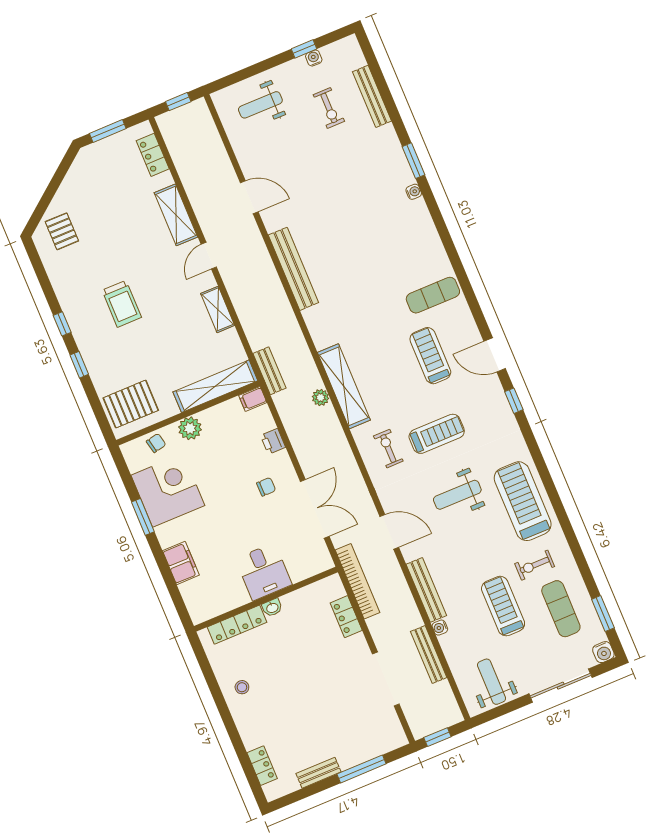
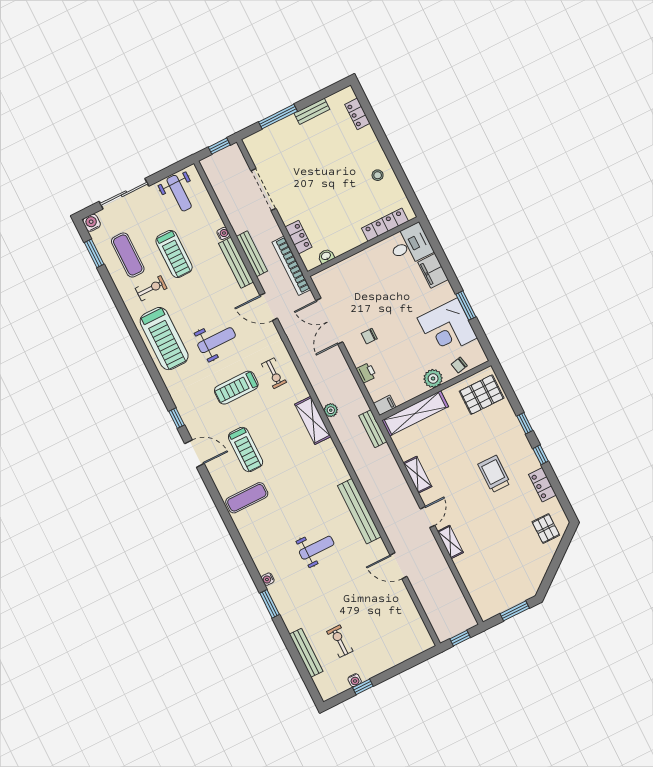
weight bench: (260, 105) -> (317, 548), moved
locker: (153, 155) -> (542, 485), moved, turned 180
shelving: (176, 215) -> (450, 542), width x0.67, depth x0.75
shelving: (344, 386) -> (313, 420), width x0.68
desk: (264, 572) -> (410, 245), moved, turned 90
washbasin: (272, 608) -> (326, 256), moved
bench: (429, 655) -> (252, 254), moved

